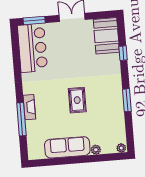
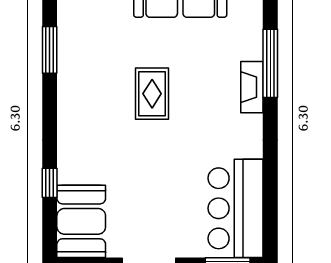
window: (127, 100) -> (50, 50), moved

